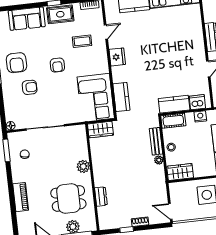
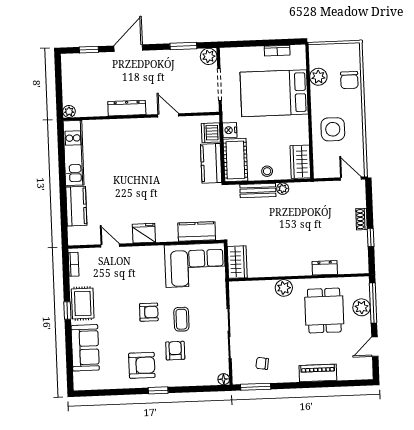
coffee table: (82, 41) -> (181, 319), moved
cot: (173, 121) -> (235, 160), width x1.37, depth x1.34
door: (170, 211) -> (351, 179), swing flipped

